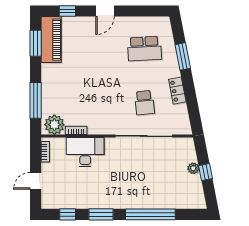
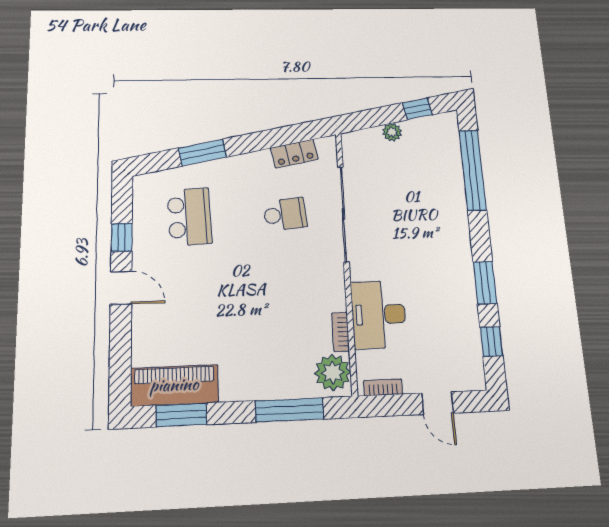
window: (67, 11) -> (122, 237), moved
locker: (177, 91) -> (294, 154), moved
window: (205, 172) -> (417, 109), moved
window: (150, 214) -> (473, 170), moved

